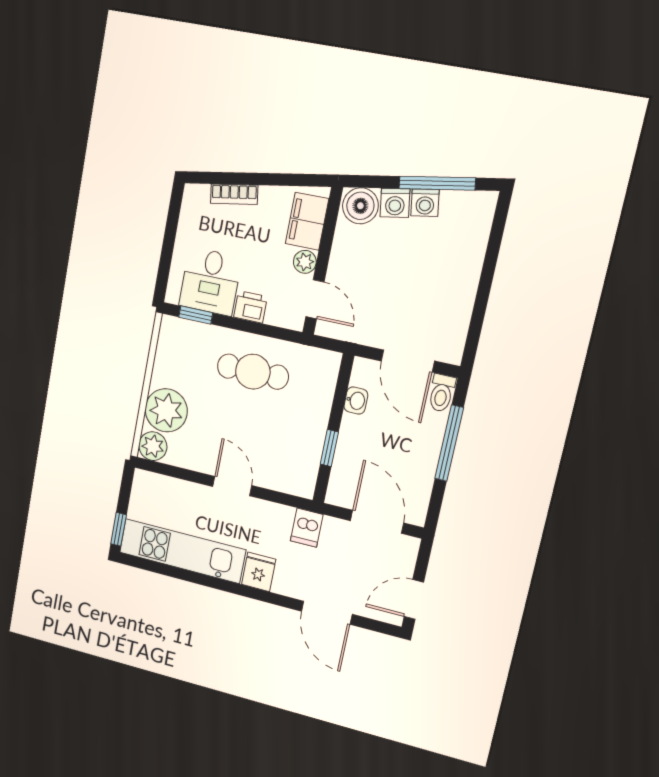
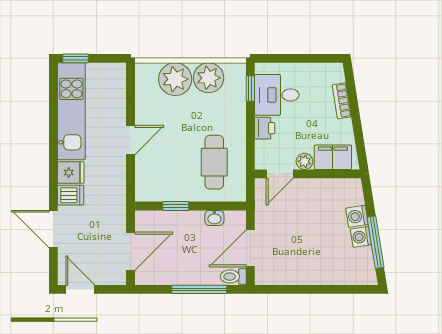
boiler: (360, 206) -> (351, 193), removed
cafe table: (253, 372) -> (214, 162), moved
plant: (153, 446) -> (209, 78), moved, width x1.36, depth x1.36
dishwasher: (307, 528) -> (71, 195), moved, turned 180
door: (327, 613) -> (53, 229), hinge flipped

